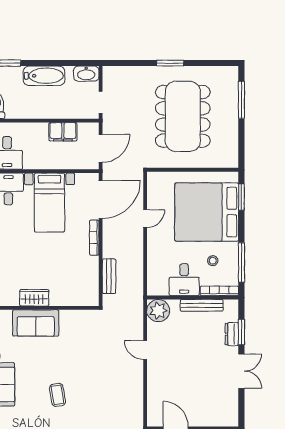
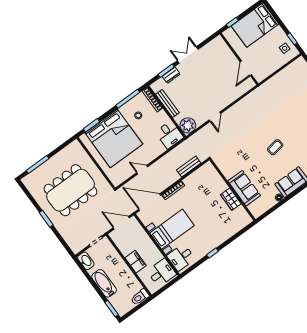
filing cabinet: (63, 132) -> (136, 262), moved
desk: (184, 280) -> (169, 135), moved, turned 90

